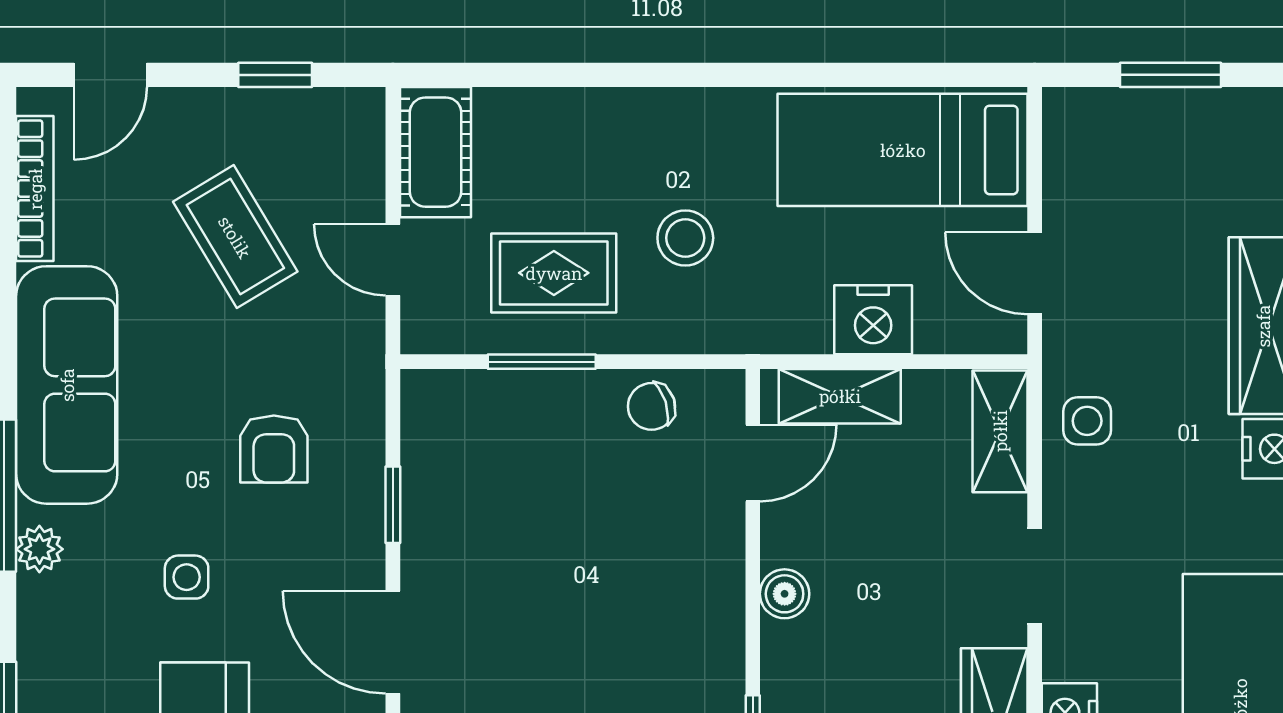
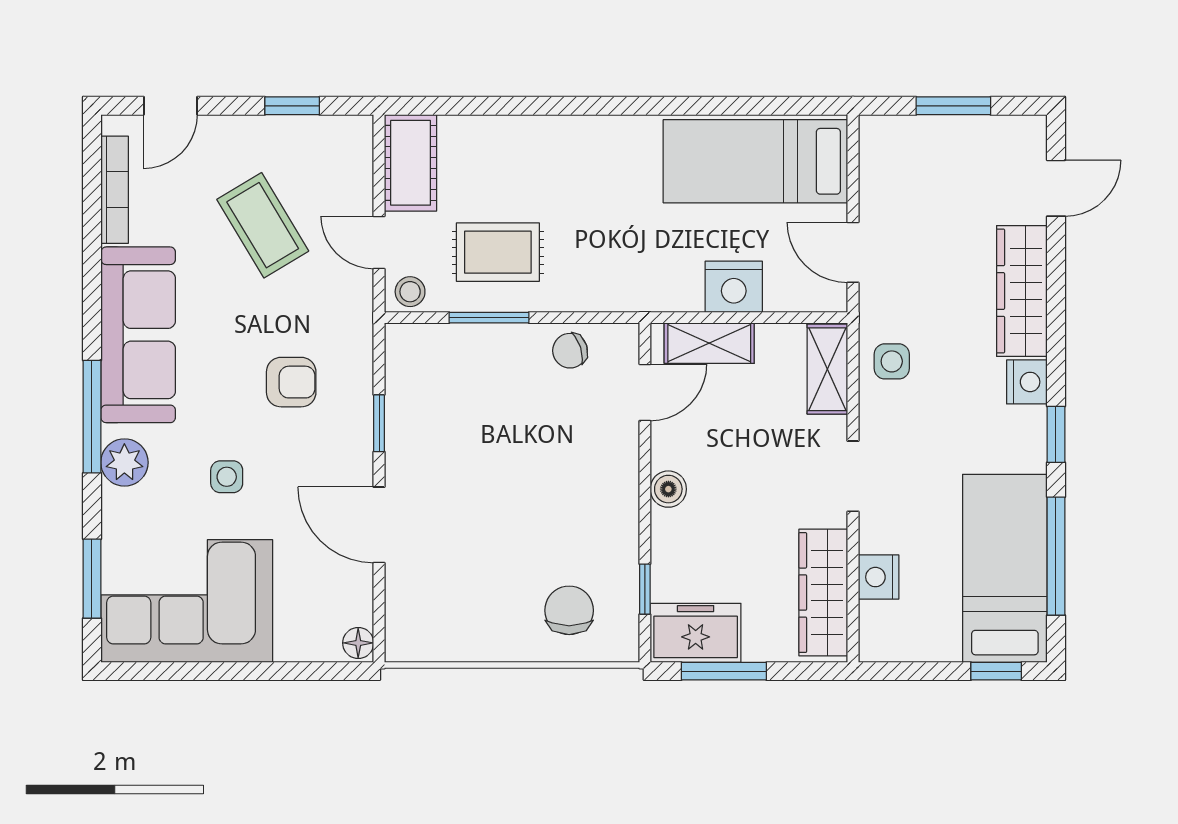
stool: (685, 238) -> (410, 292), moved, width x0.73, depth x0.73
armchair: (274, 449) -> (291, 382), turned -90
plant: (39, 549) -> (124, 462), width x1.38, depth x1.38

